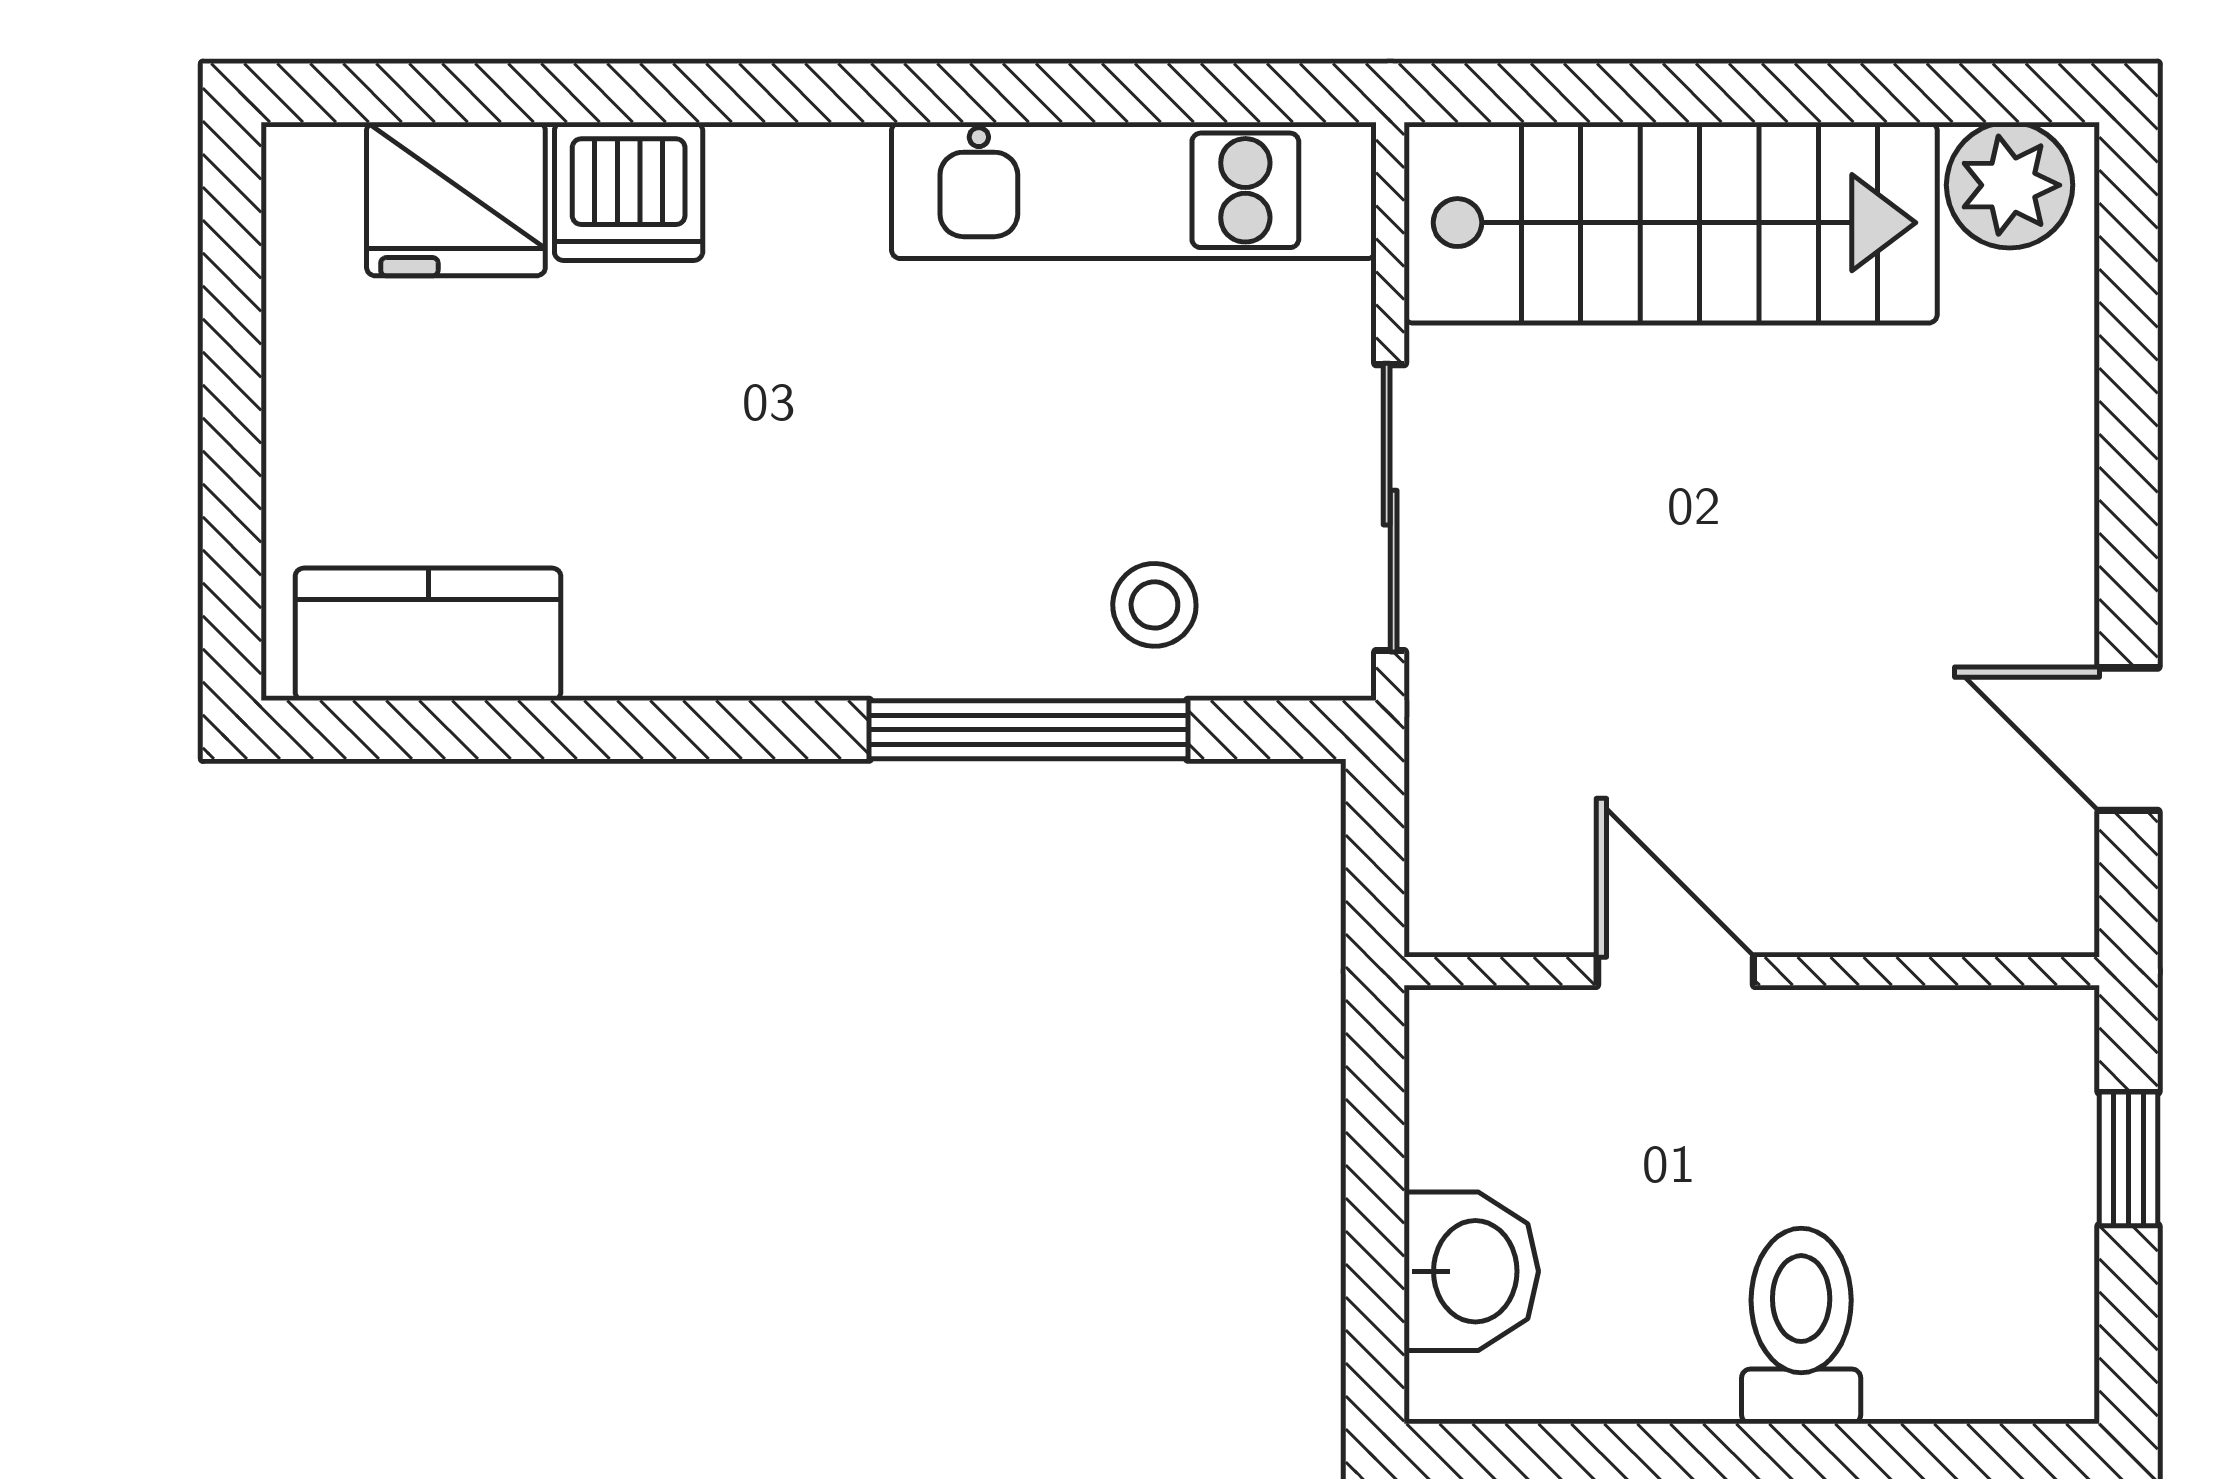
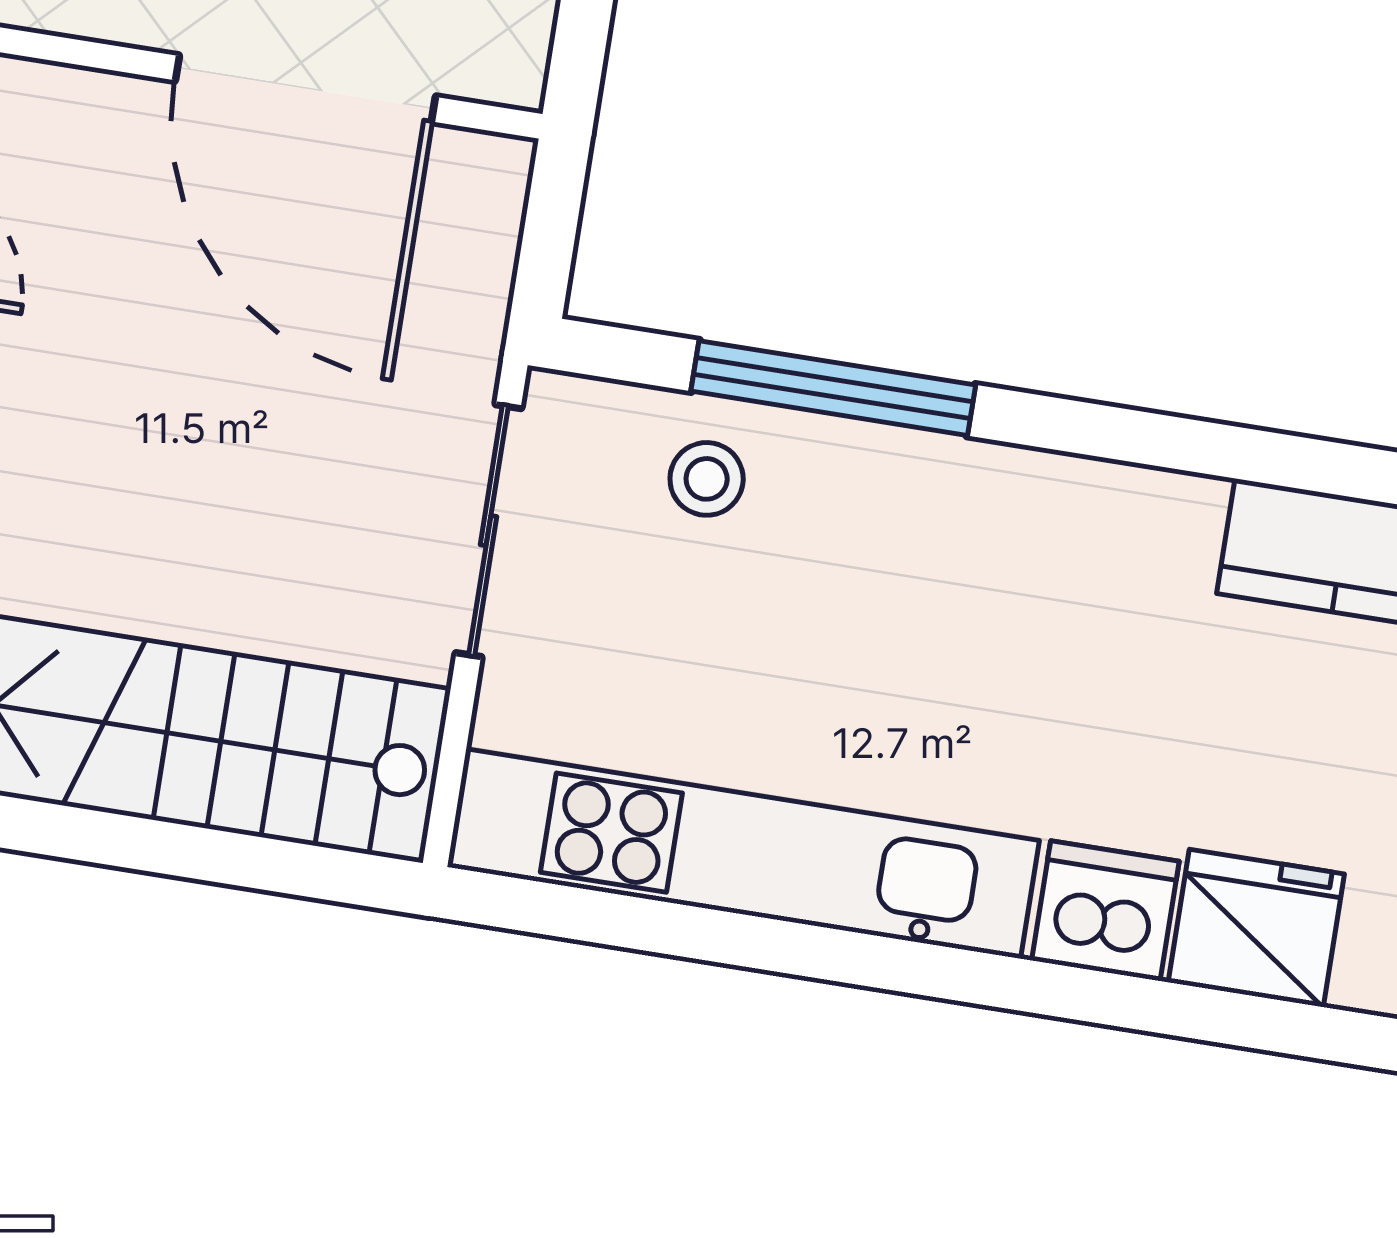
kitchen unit: (1134, 190) -> (743, 854), width x1.36
door: (1676, 971) -> (305, 89), width x1.88

